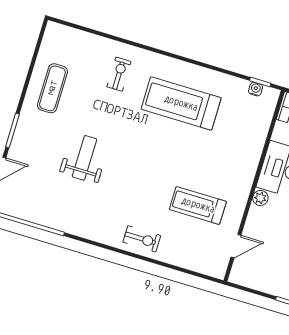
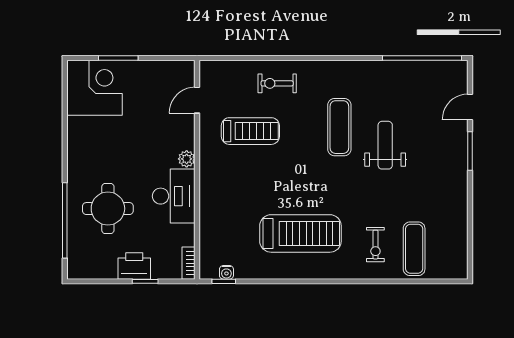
exercise mat: (52, 88) -> (414, 249), moved
weight bench: (84, 158) -> (385, 145), turned 180
exercise mat: (120, 186) -> (339, 127), added
exercise bike: (142, 239) -> (277, 83), moved

